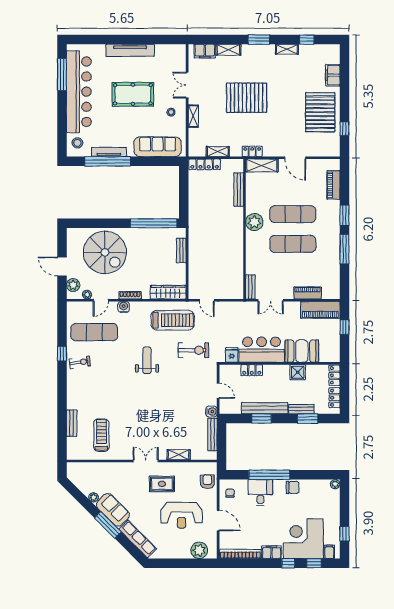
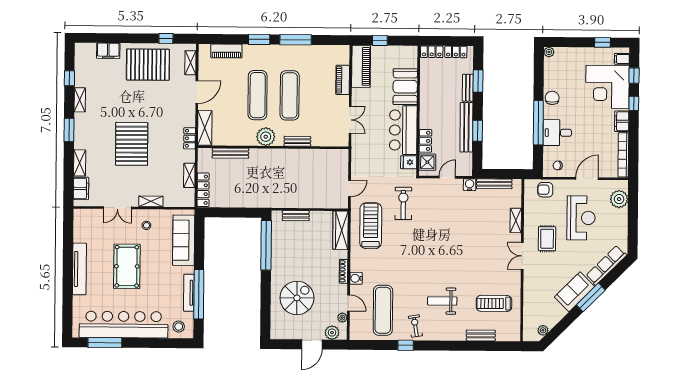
shelving: (322, 152) -> (190, 63), added
spiral stairs: (105, 252) -> (297, 298), width x0.73, depth x0.73
bench: (250, 287) -> (297, 141), moved
weight bench: (147, 360) -> (442, 301), moved
shower: (298, 372) -> (427, 162), moved
plant: (94, 497) -> (543, 330), moved

